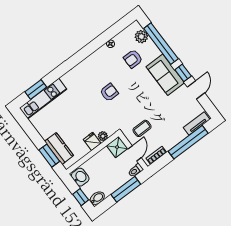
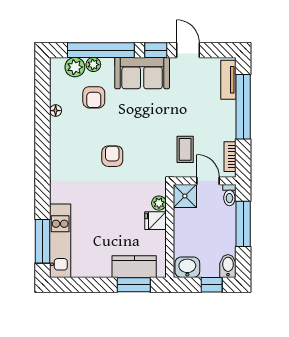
plant: (150, 45) -> (93, 65), added
window: (36, 89) -> (43, 241), width x1.44

